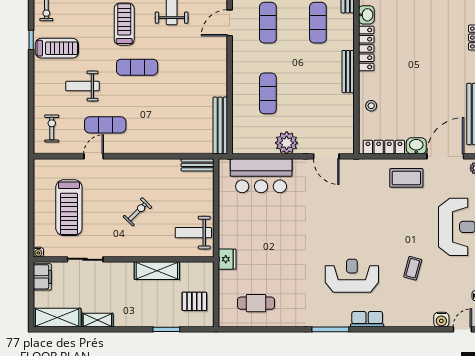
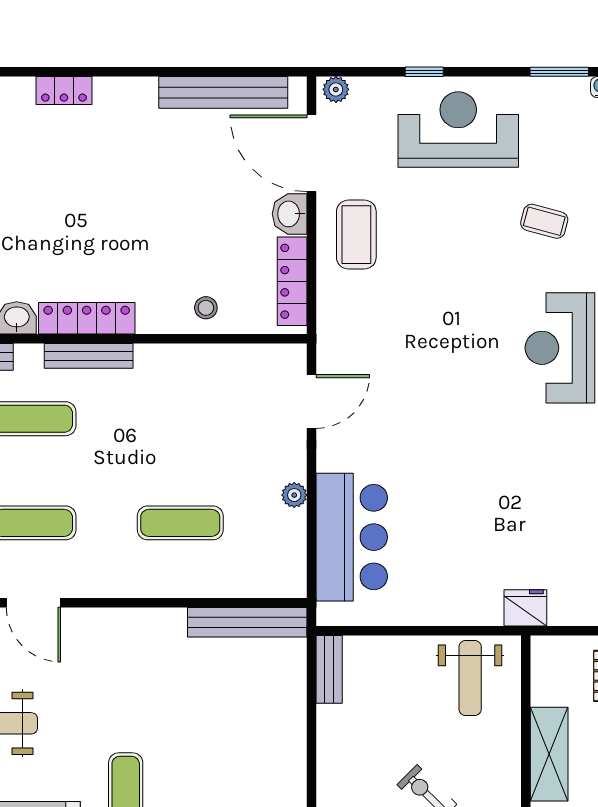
bench: (348, 72) -> (89, 356), moved
plant: (287, 143) -> (294, 495), width x0.53, depth x0.53

